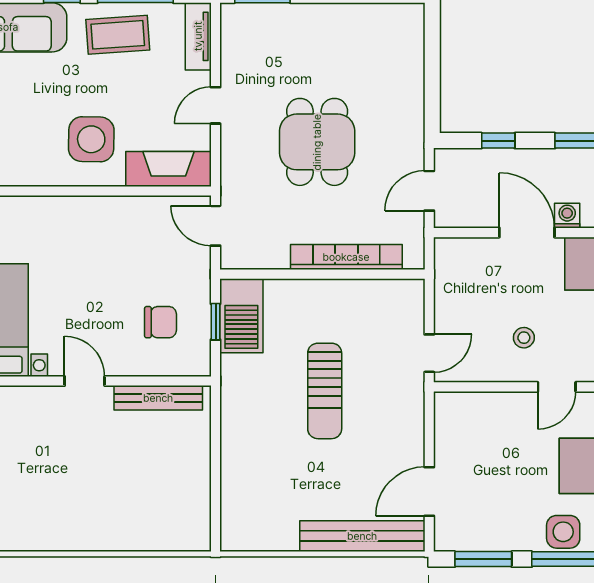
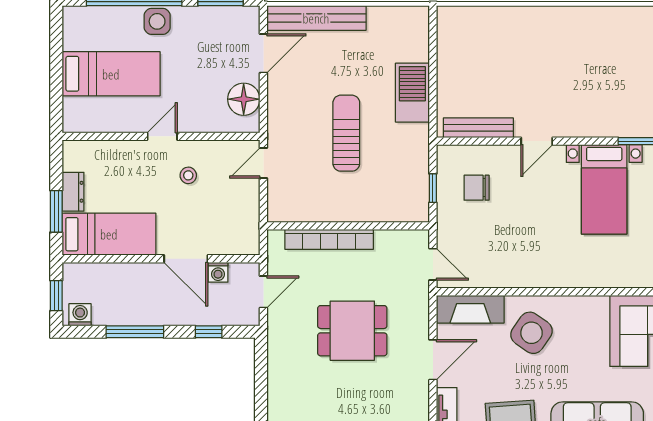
door: (216, 105) -> (433, 360), width x1.38
side table: (91, 139) -> (532, 333), turned 34
dining table: (317, 142) -> (352, 331), turned 90
washing machine: (567, 216) -> (218, 272), moved
barbecue: (241, 316) -> (412, 93), moved
door: (85, 381) -> (537, 141), hinge flipped
floor lamp: (454, 434) -> (244, 99), added

